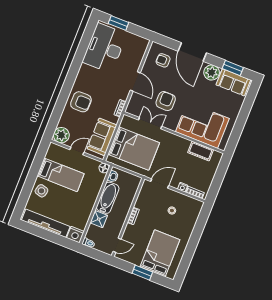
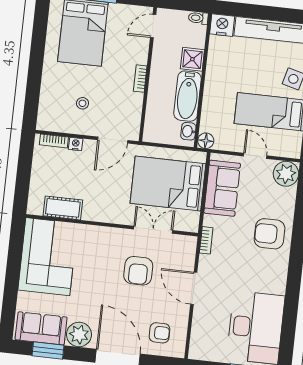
double door: (150, 123) -> (153, 230), swing flipped
corner sofa: (202, 125) -> (48, 257), moved, turned -90
door: (77, 151) -> (255, 156), swing flipped

